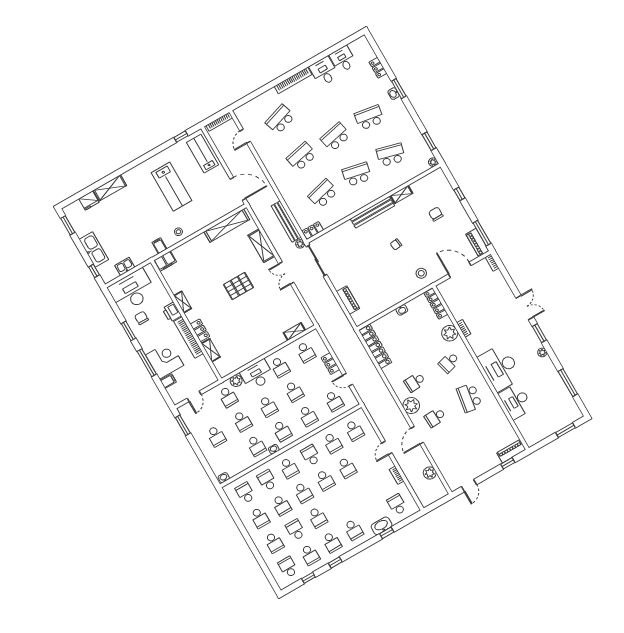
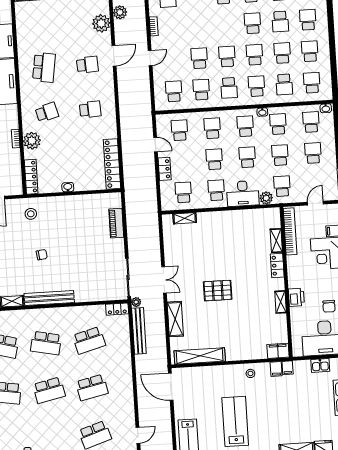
filing cabinet: (151, 251) -> (288, 368), added
bookcase: (188, 338) -> (290, 231), moved
plant: (411, 406) -> (101, 23), moved
school desk: (230, 461) -> (311, 122), added
school desk: (245, 493) -> (312, 83), turned 180

